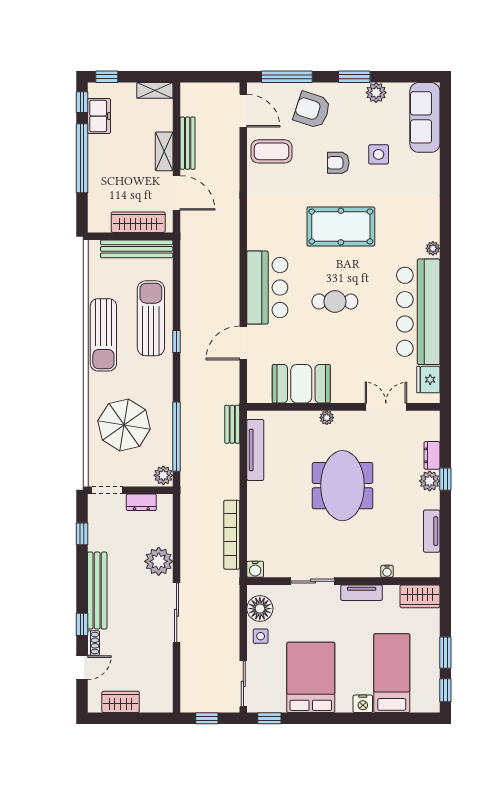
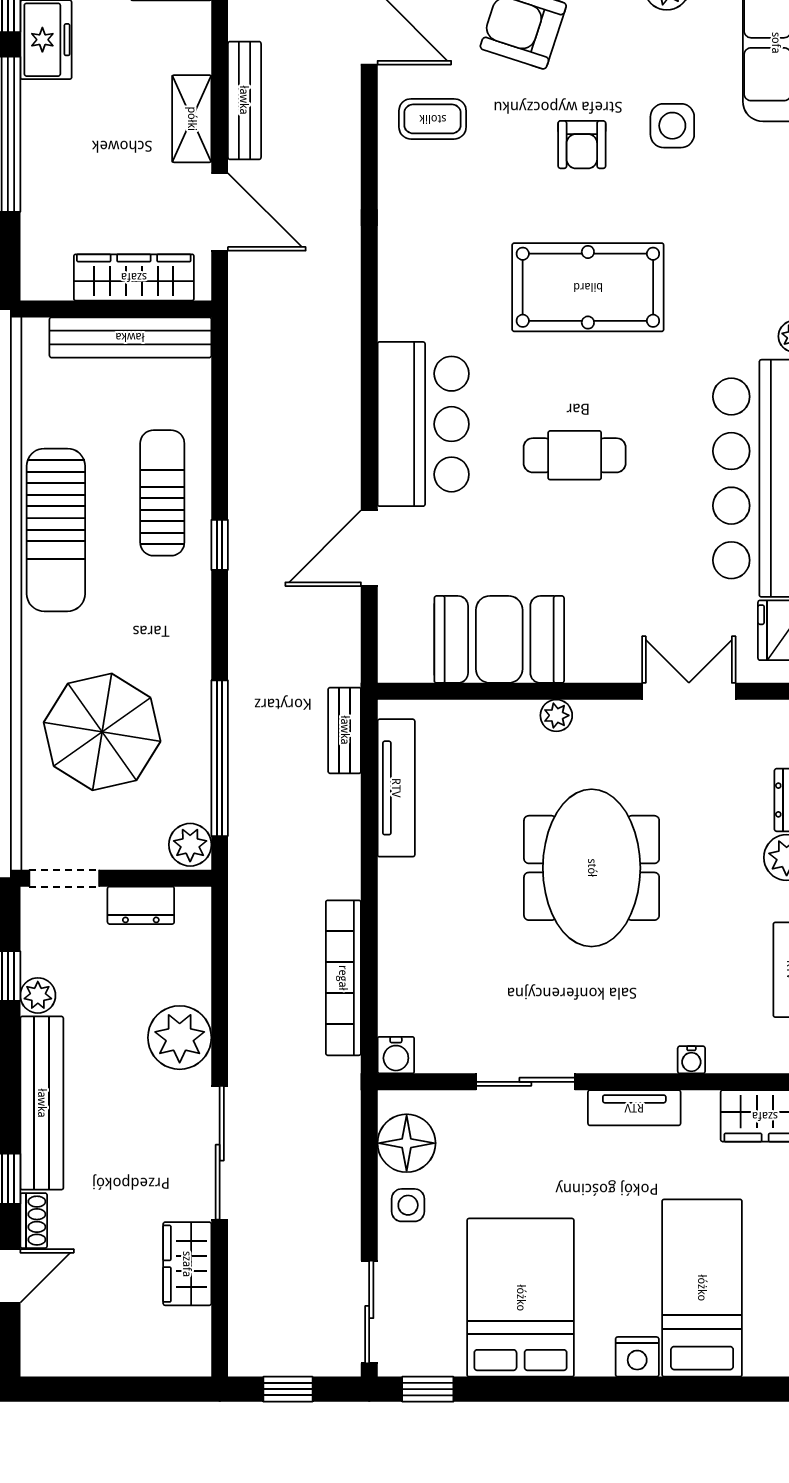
coffee table: (272, 151) -> (433, 119), width x0.73, depth x0.77
armchair: (338, 163) -> (582, 145), turned -90
sun lounger: (151, 318) -> (162, 493), width x0.73, depth x0.75
plant: (95, 543) -> (38, 995), added
wardrobe: (121, 702) -> (187, 1264), moved, turned -90

